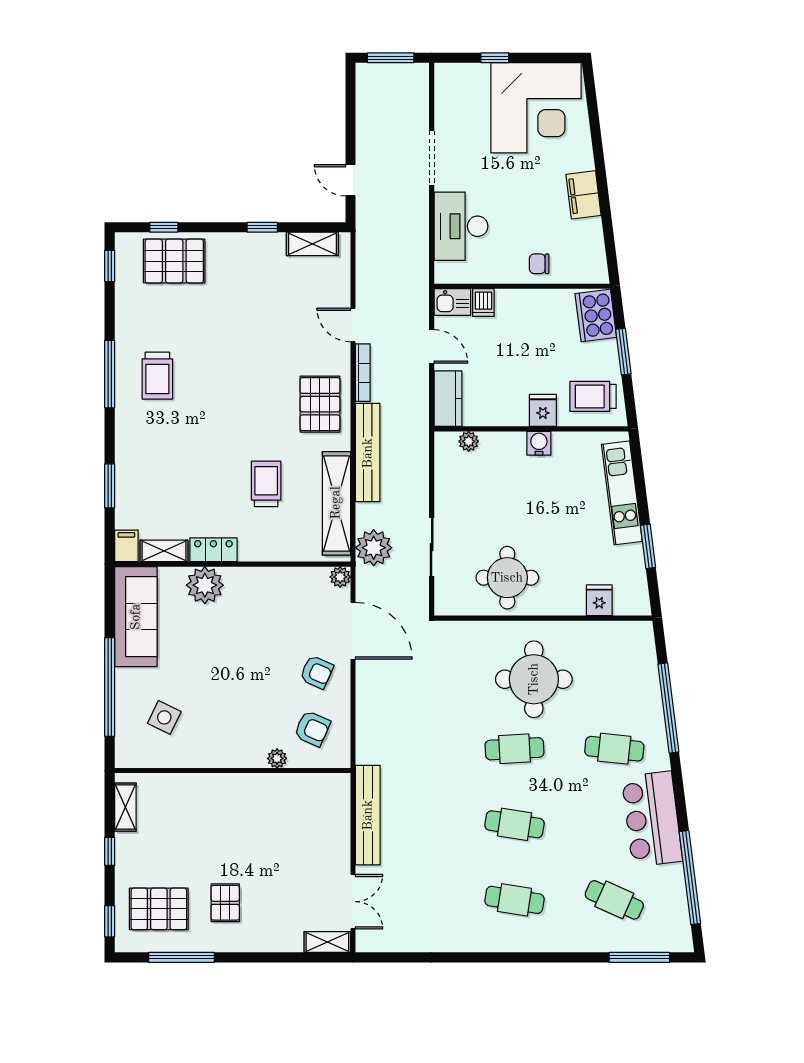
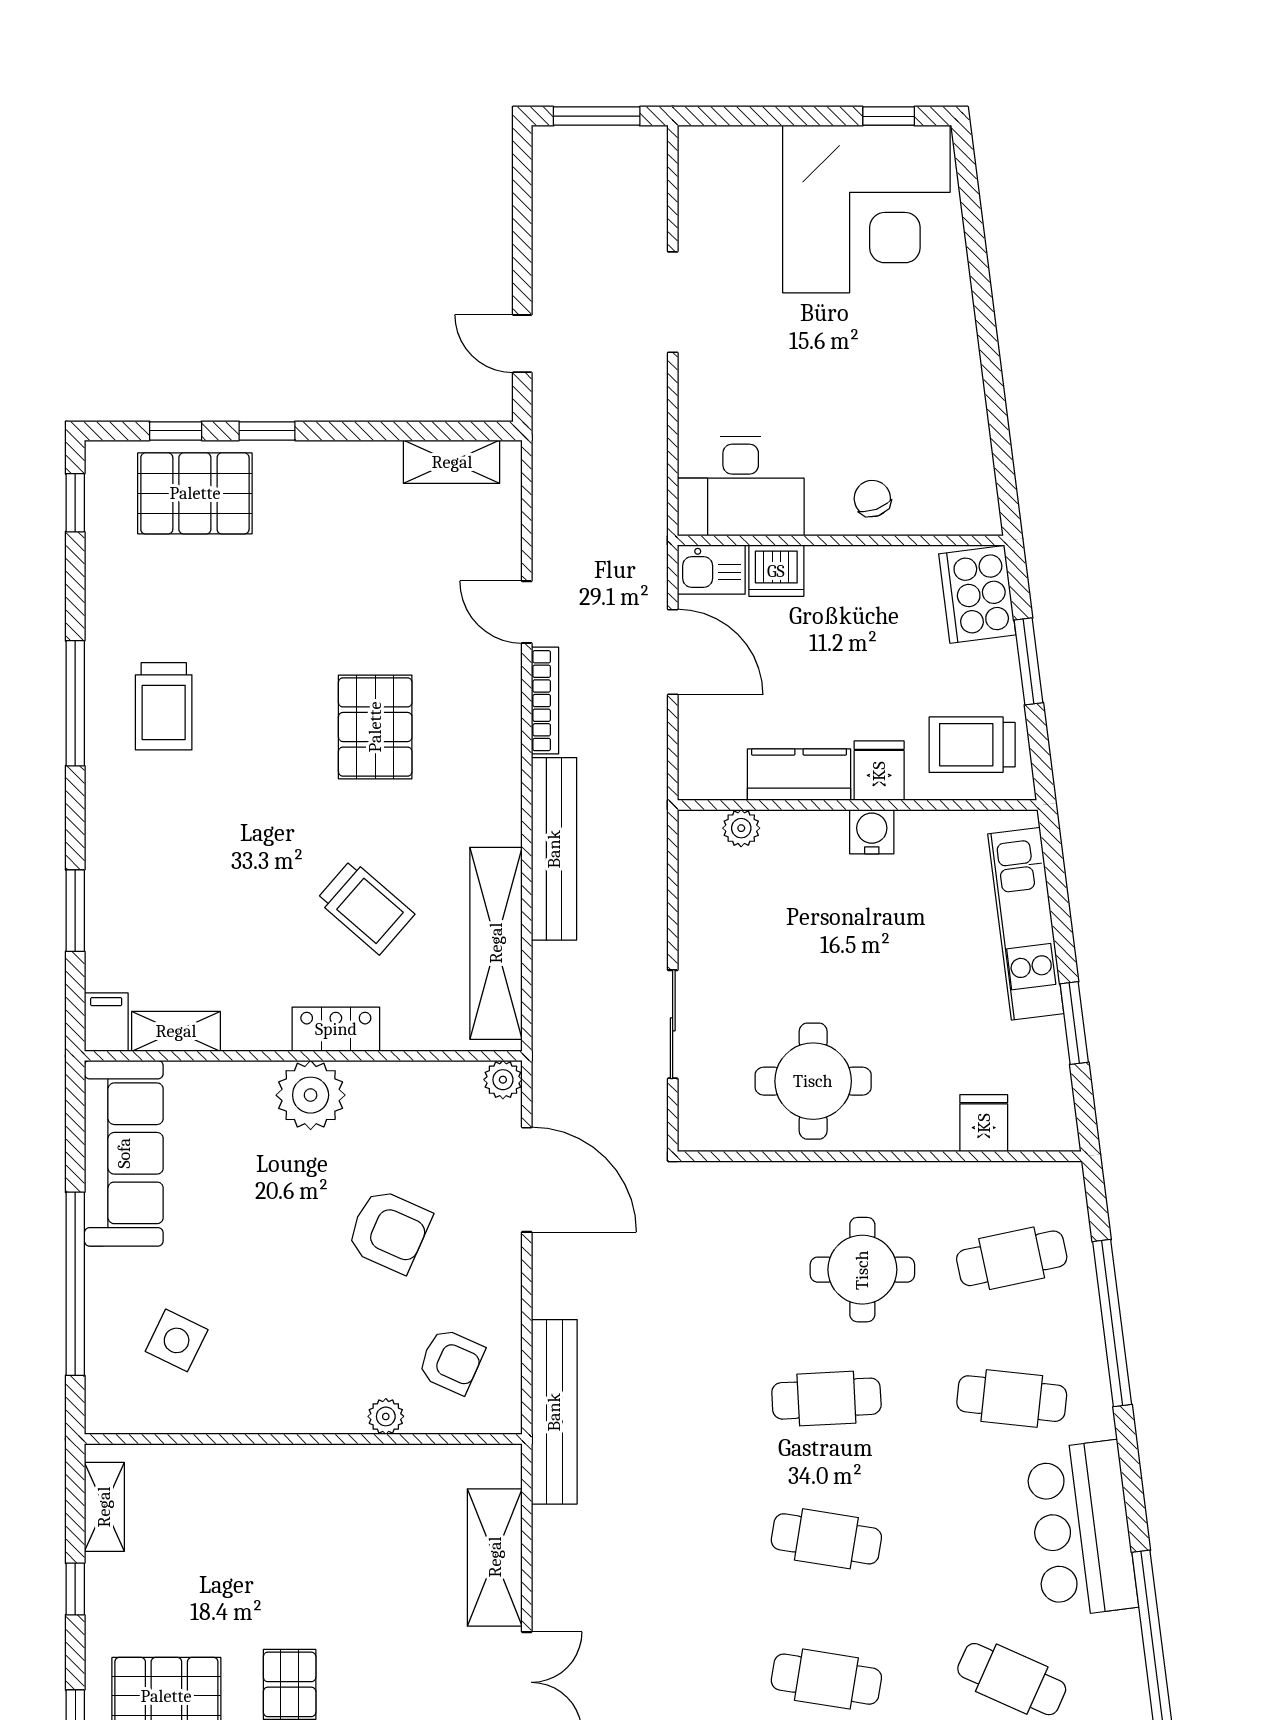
window: (495, 58) -> (889, 116), moved
filing cabinet: (584, 195) -> (955, 371), removed
desk: (461, 226) -> (741, 486), moved, turned -90
window: (262, 227) -> (267, 431), moved
chair: (539, 264) -> (872, 499), turned 70
dishwasher: (483, 303) -> (776, 571), width x1.38
door: (432, 346) -> (673, 652), width x1.38
kitchen counter: (448, 399) -> (799, 775), moved, turned -90
pallet: (320, 404) -> (375, 727), moved
trolley: (266, 484) -> (366, 907), turned 131
plant: (374, 548) -> (565, 1026), removed
locker: (213, 550) -> (336, 1029), moved
plant: (205, 585) -> (311, 1095), moved
armchair: (317, 672) -> (389, 1231), moved, width x1.38, depth x1.38
cafe table: (614, 673) -> (1012, 1258), added
round table: (534, 679) -> (862, 1270), width x0.73, depth x0.73
bench: (368, 815) -> (554, 1412), moved
shelving: (336, 834) -> (495, 1557), added

